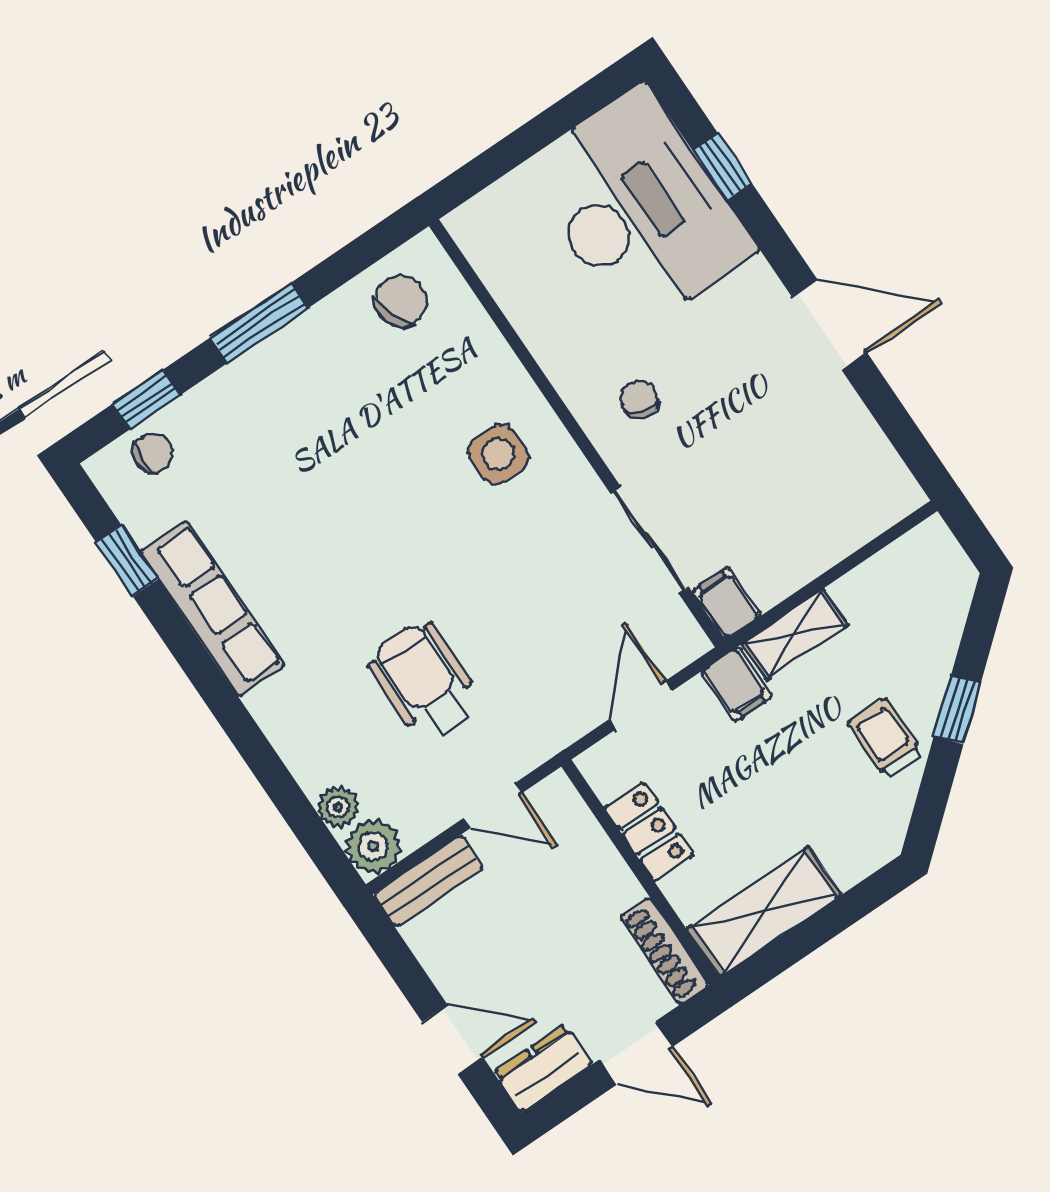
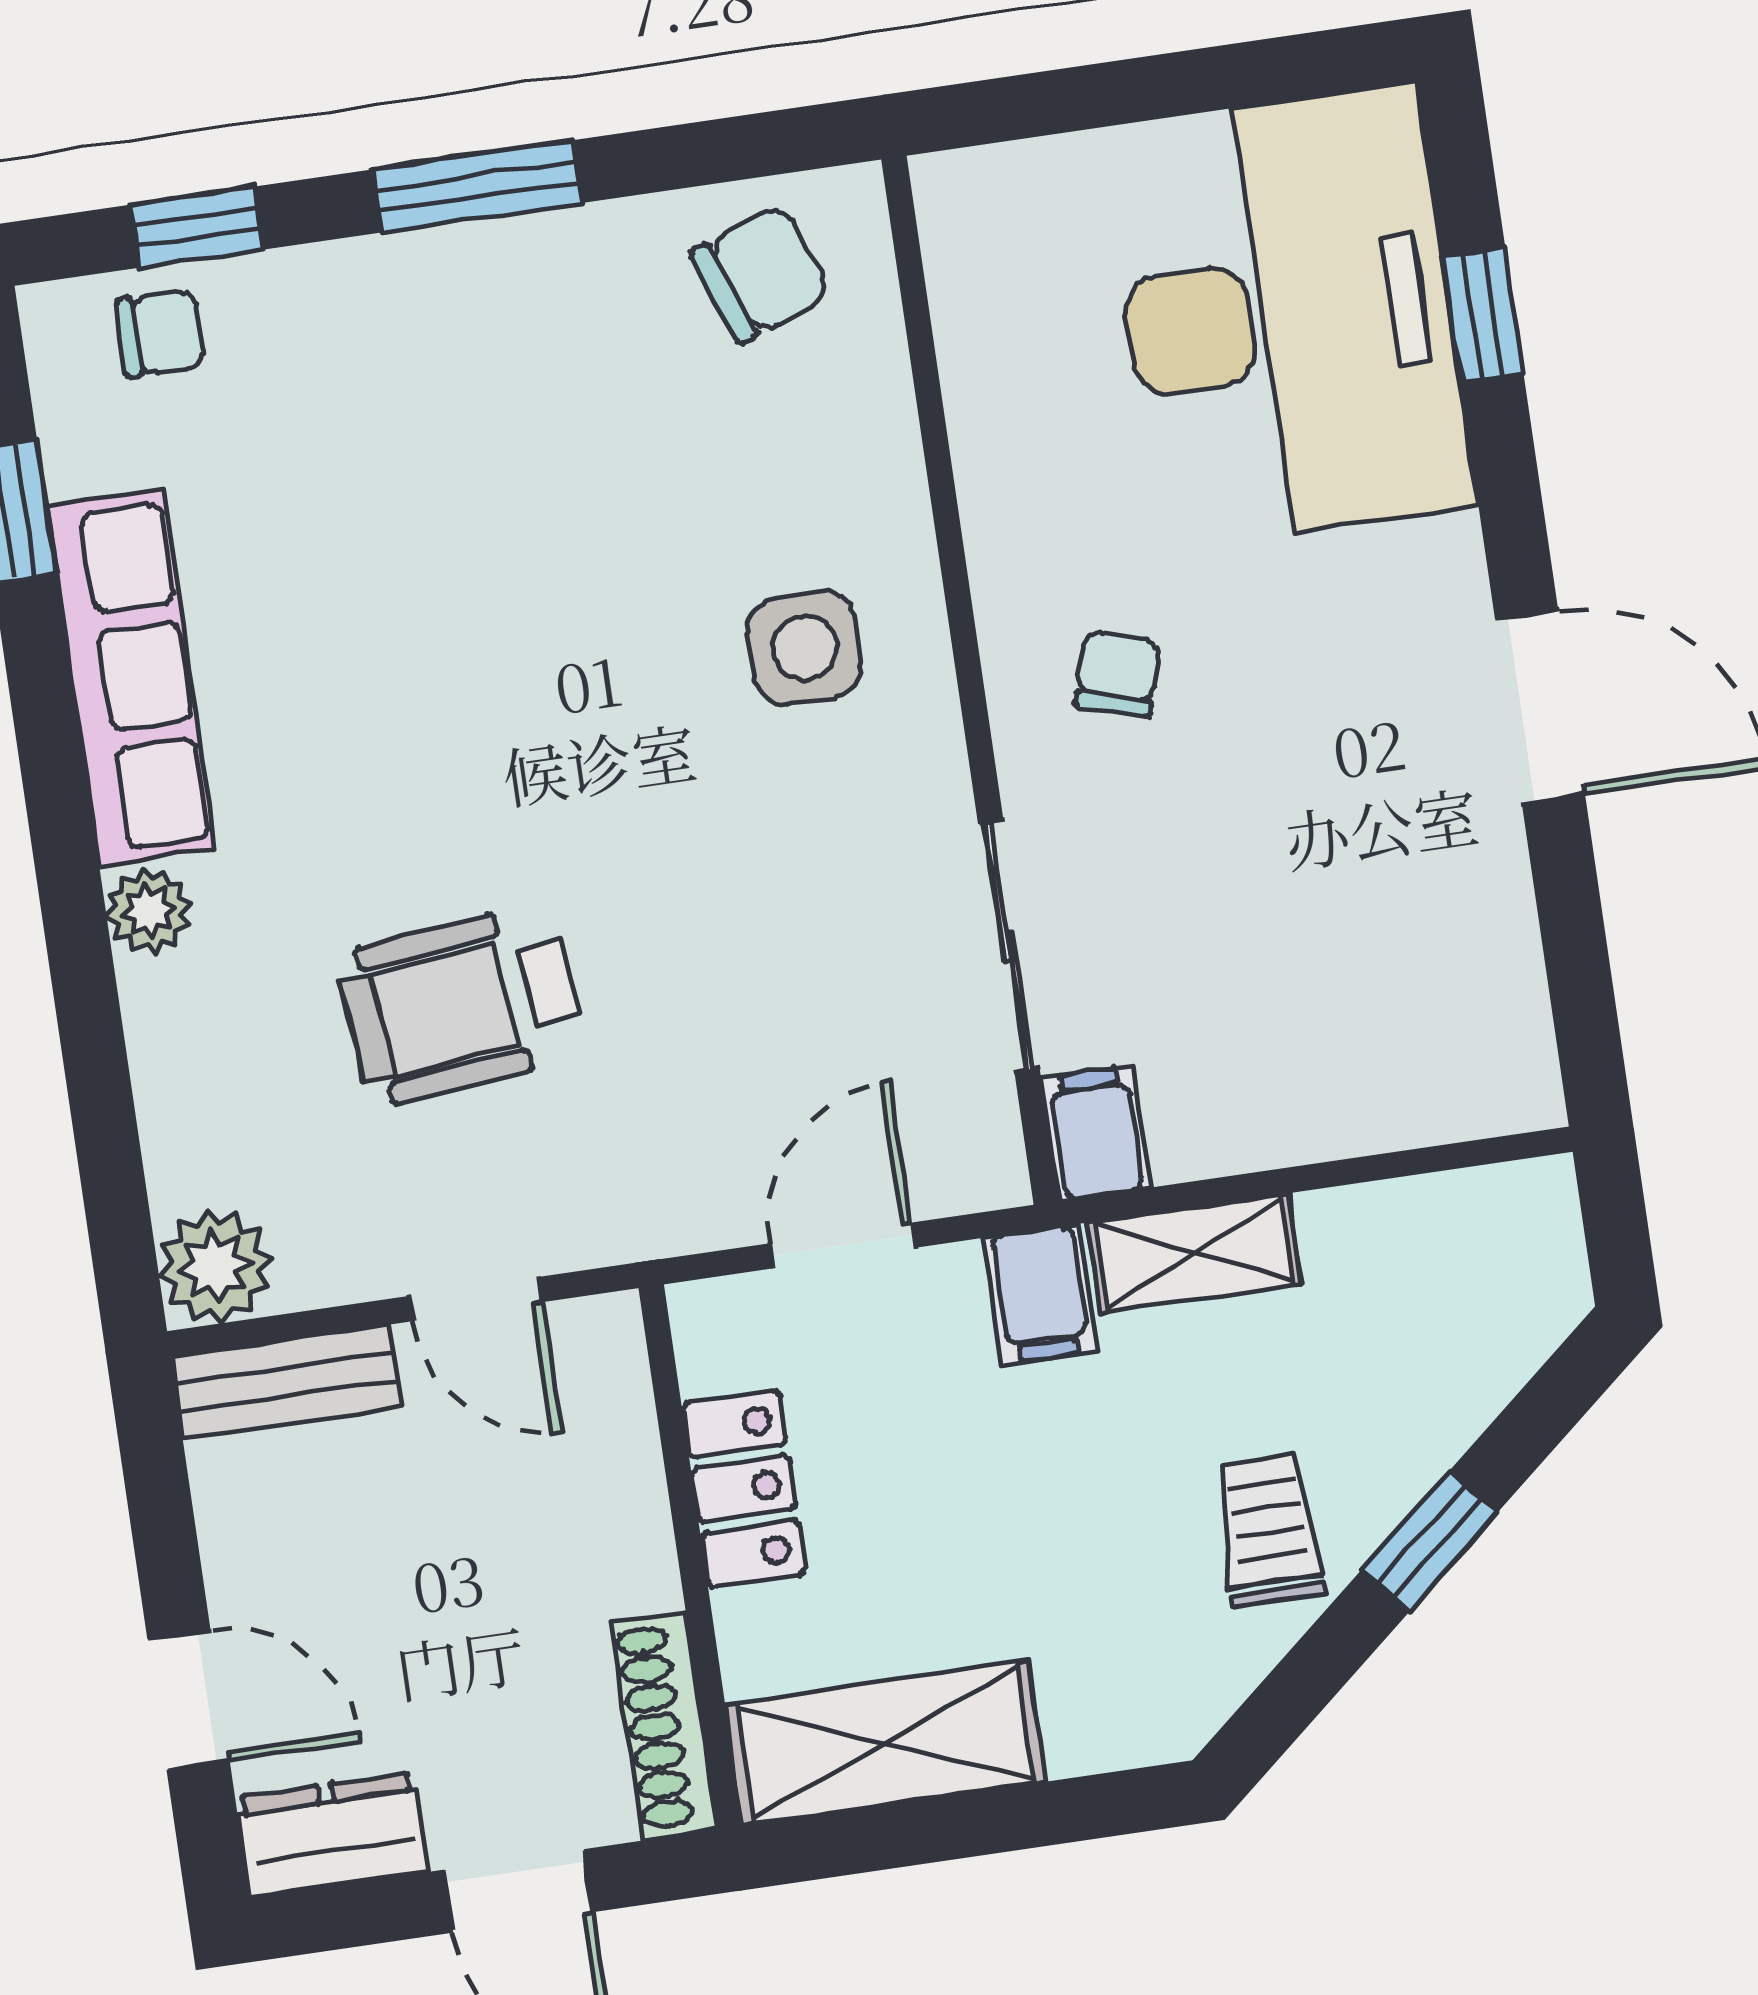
wheelchair: (425, 681) -> (461, 1005), turned -96
plant: (338, 807) -> (149, 911), moved

